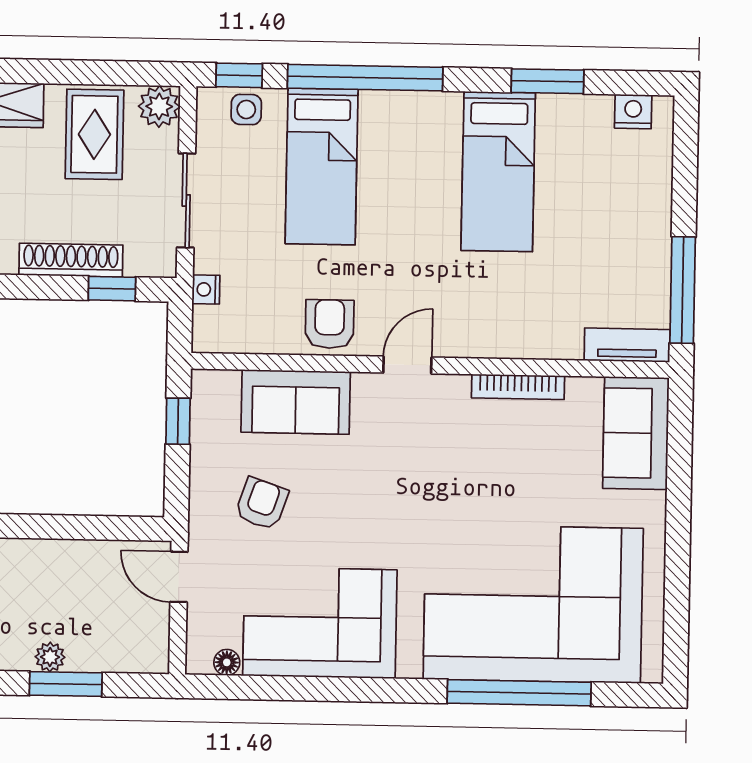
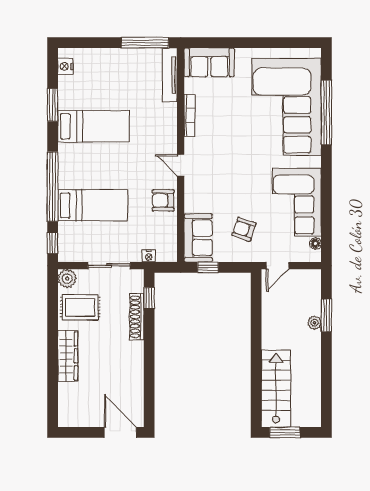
side table: (246, 110) -> (68, 240), removed
tv unit: (627, 345) -> (170, 75), width x1.41
sofa: (296, 402) -> (198, 238), moved

